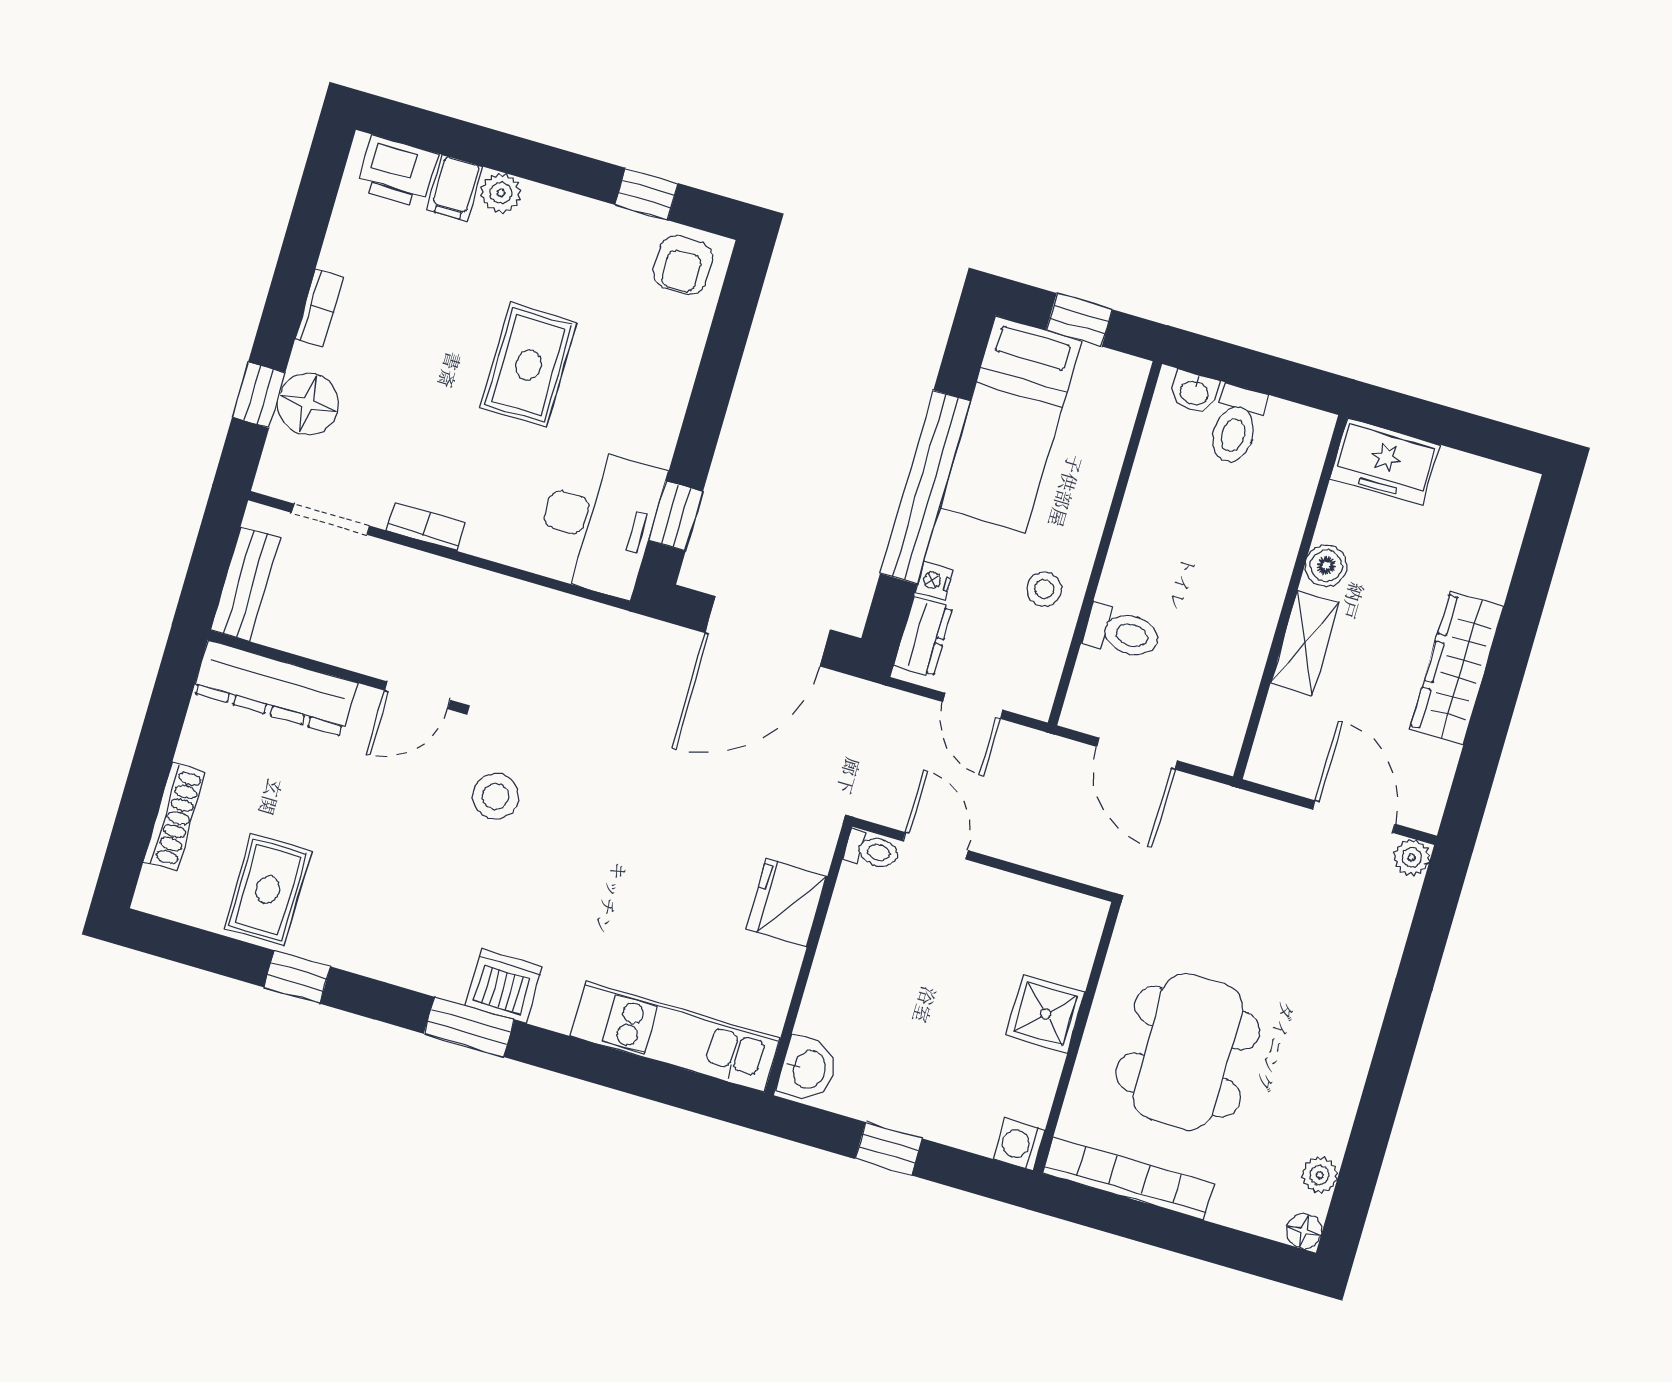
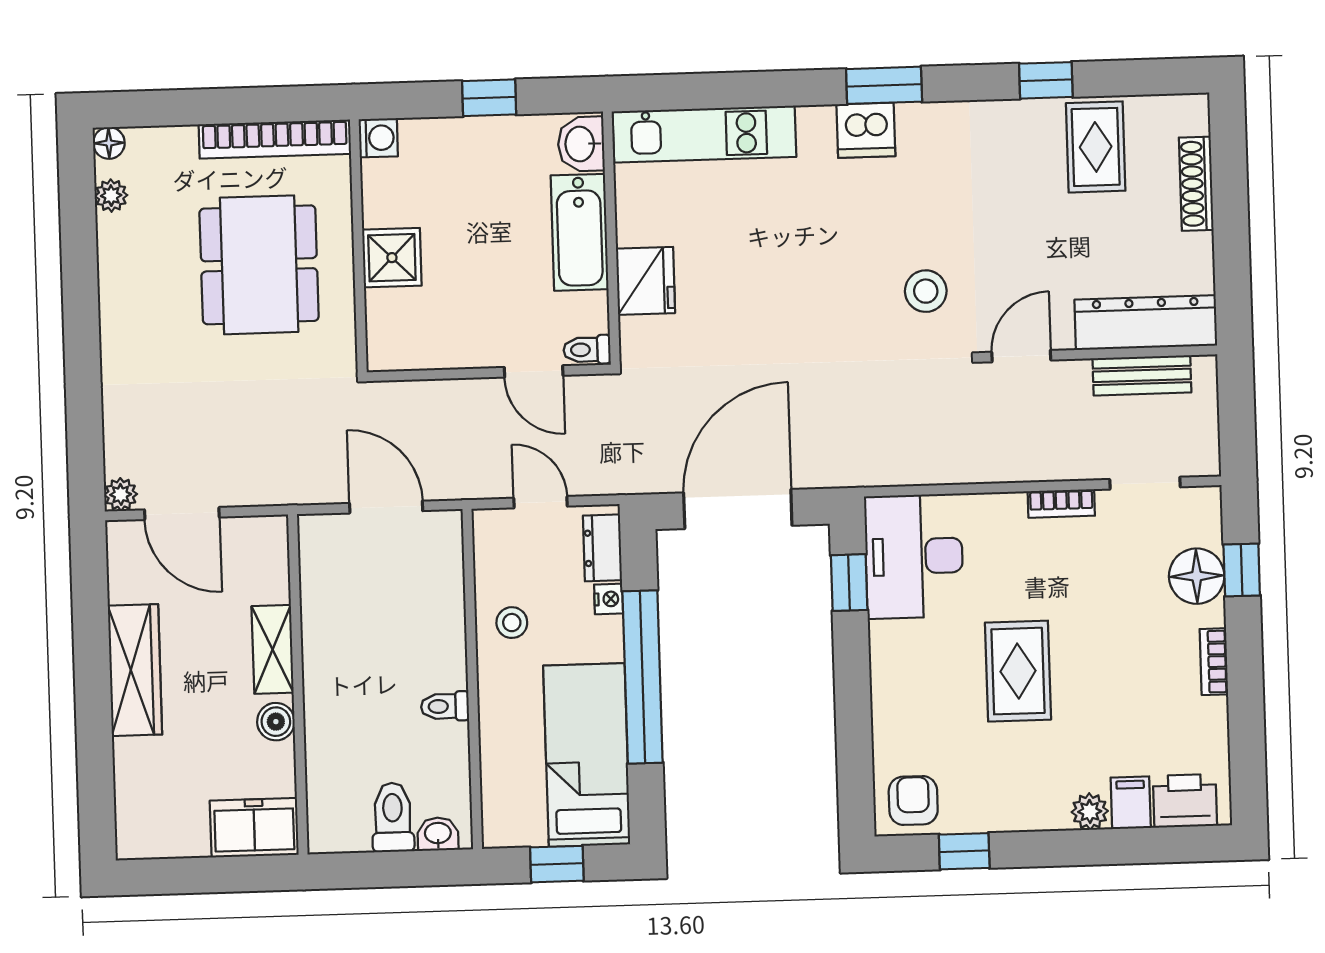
bench: (245, 584) -> (1142, 375), moved, turned 90
toilet: (1122, 632) -> (445, 706), moved, width x0.73, depth x0.72
bathtub: (840, 976) -> (580, 232), added

